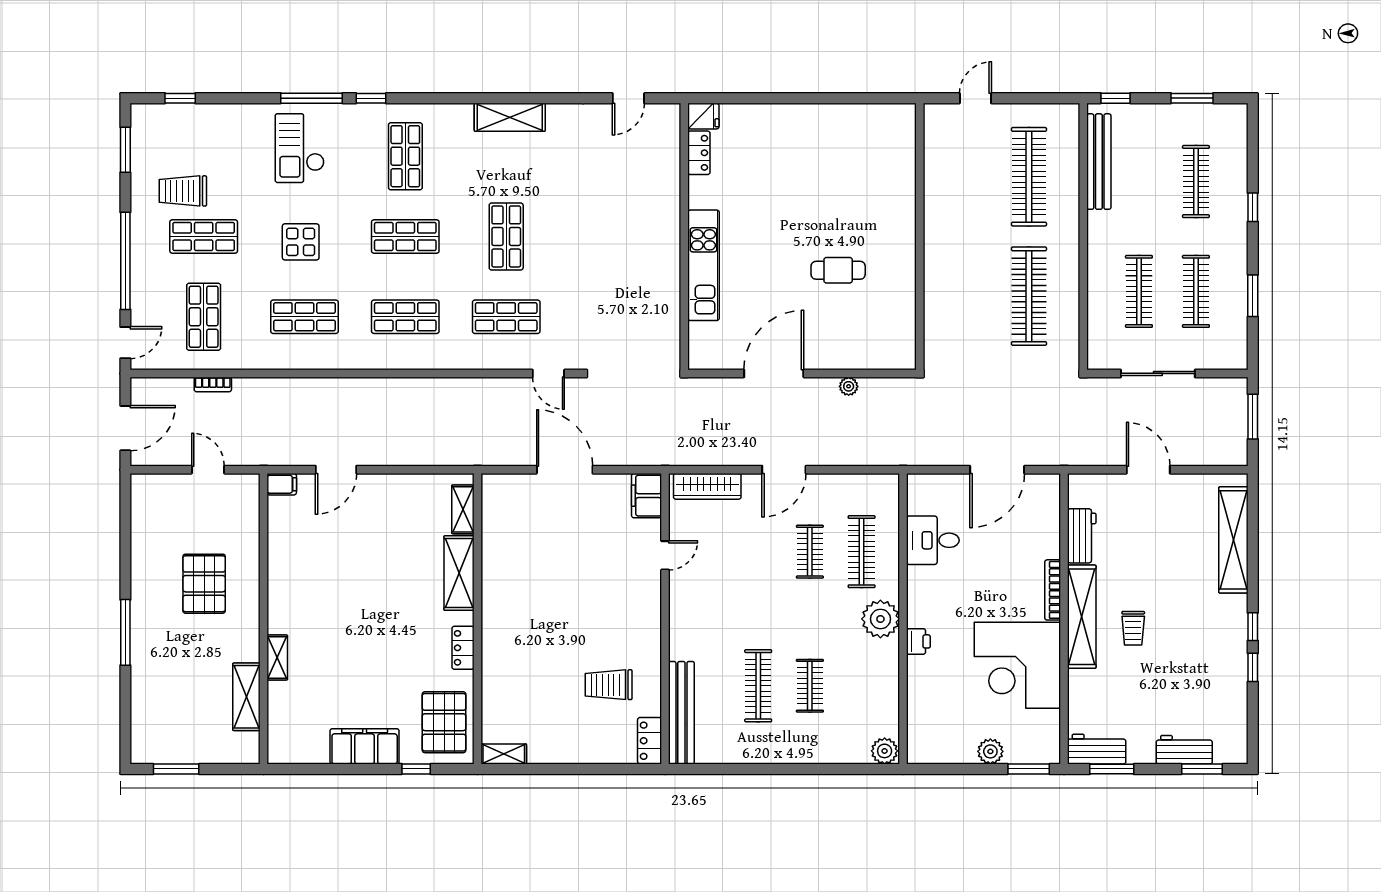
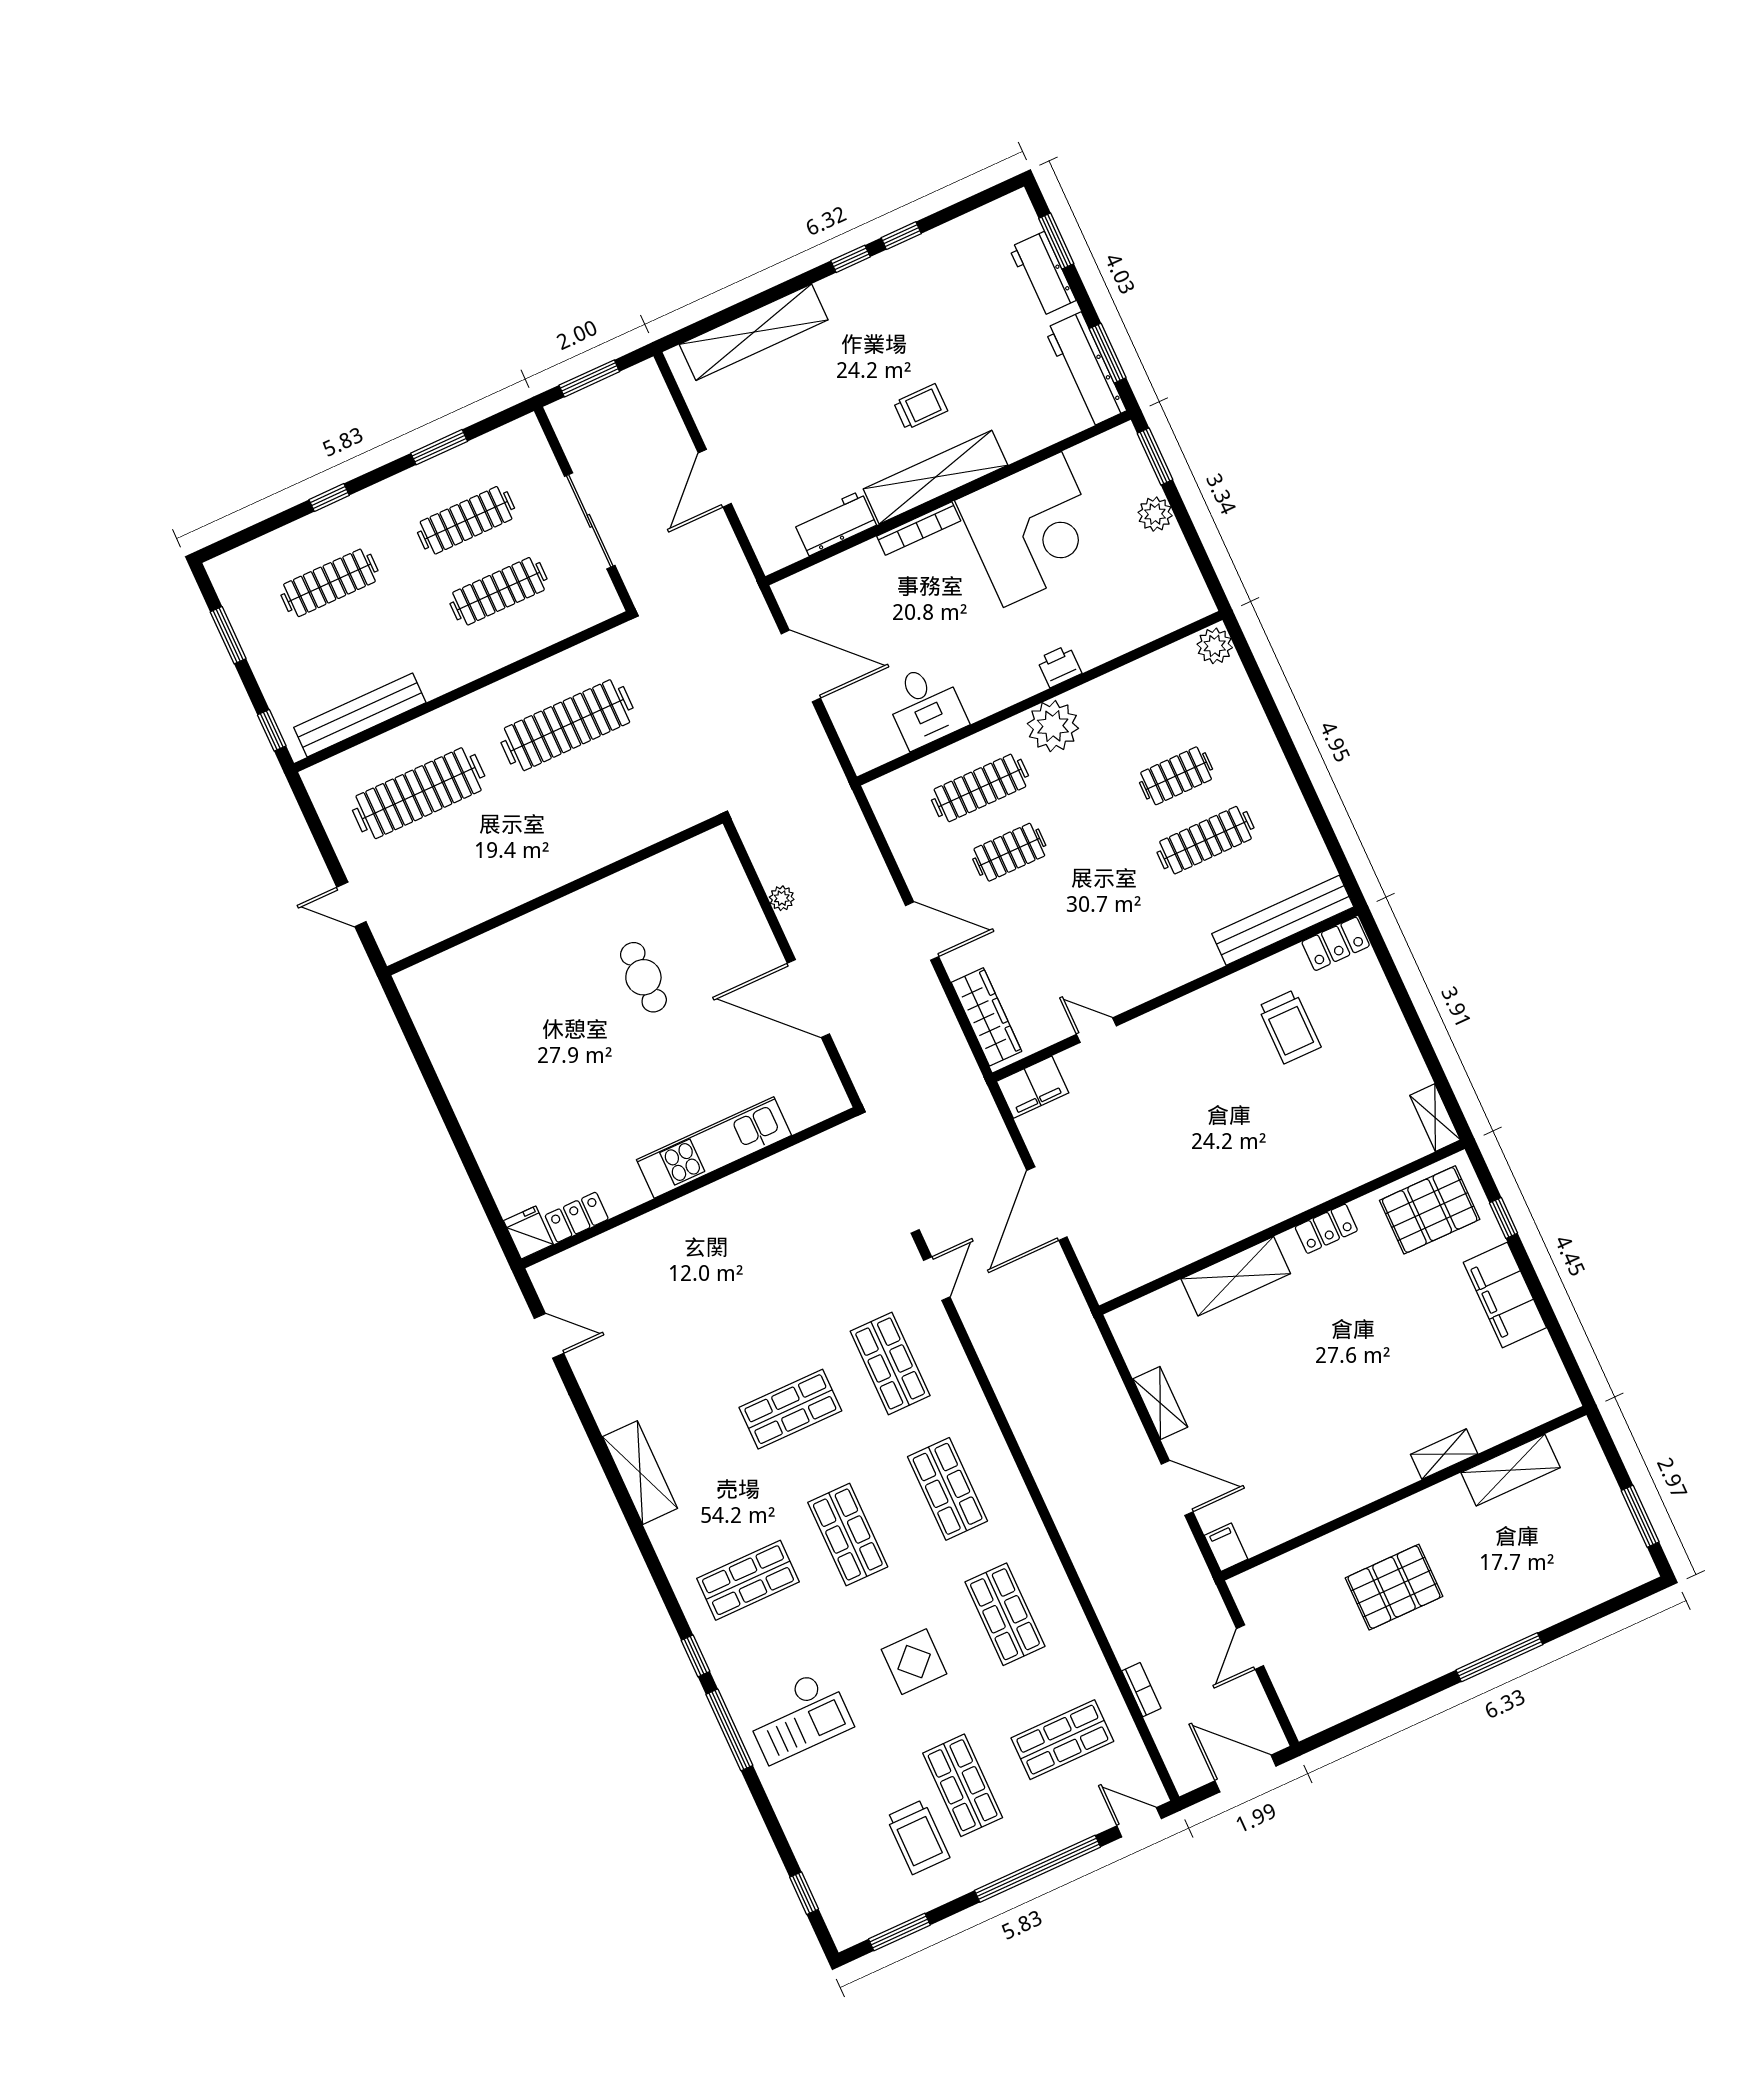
shelving: (463, 509) -> (1160, 1403), moved, turned 90
workbench: (1097, 749) -> (1085, 370), width x1.38

